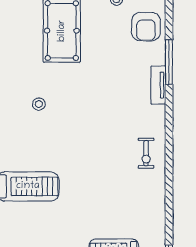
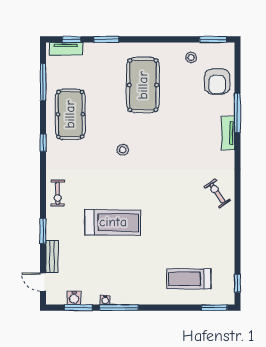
exercise bike: (146, 153) -> (217, 193), turned 145

